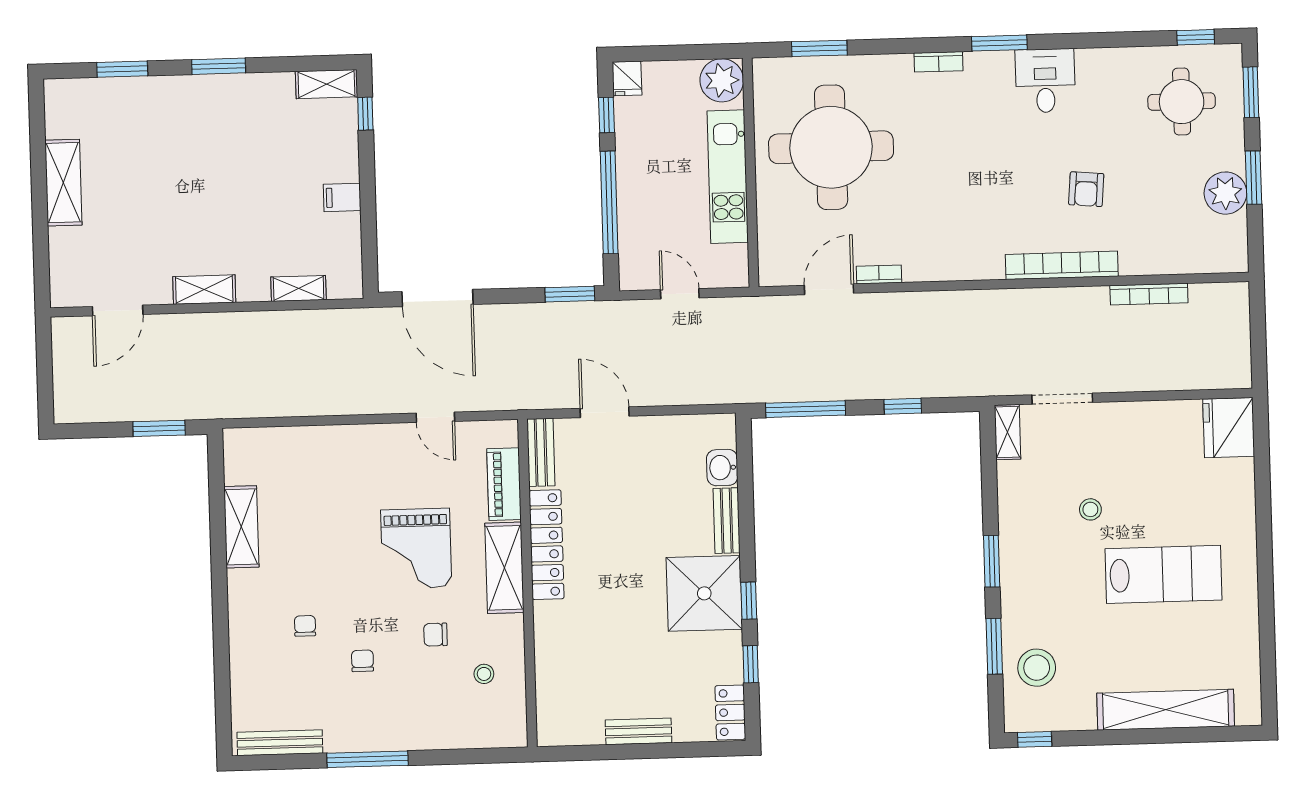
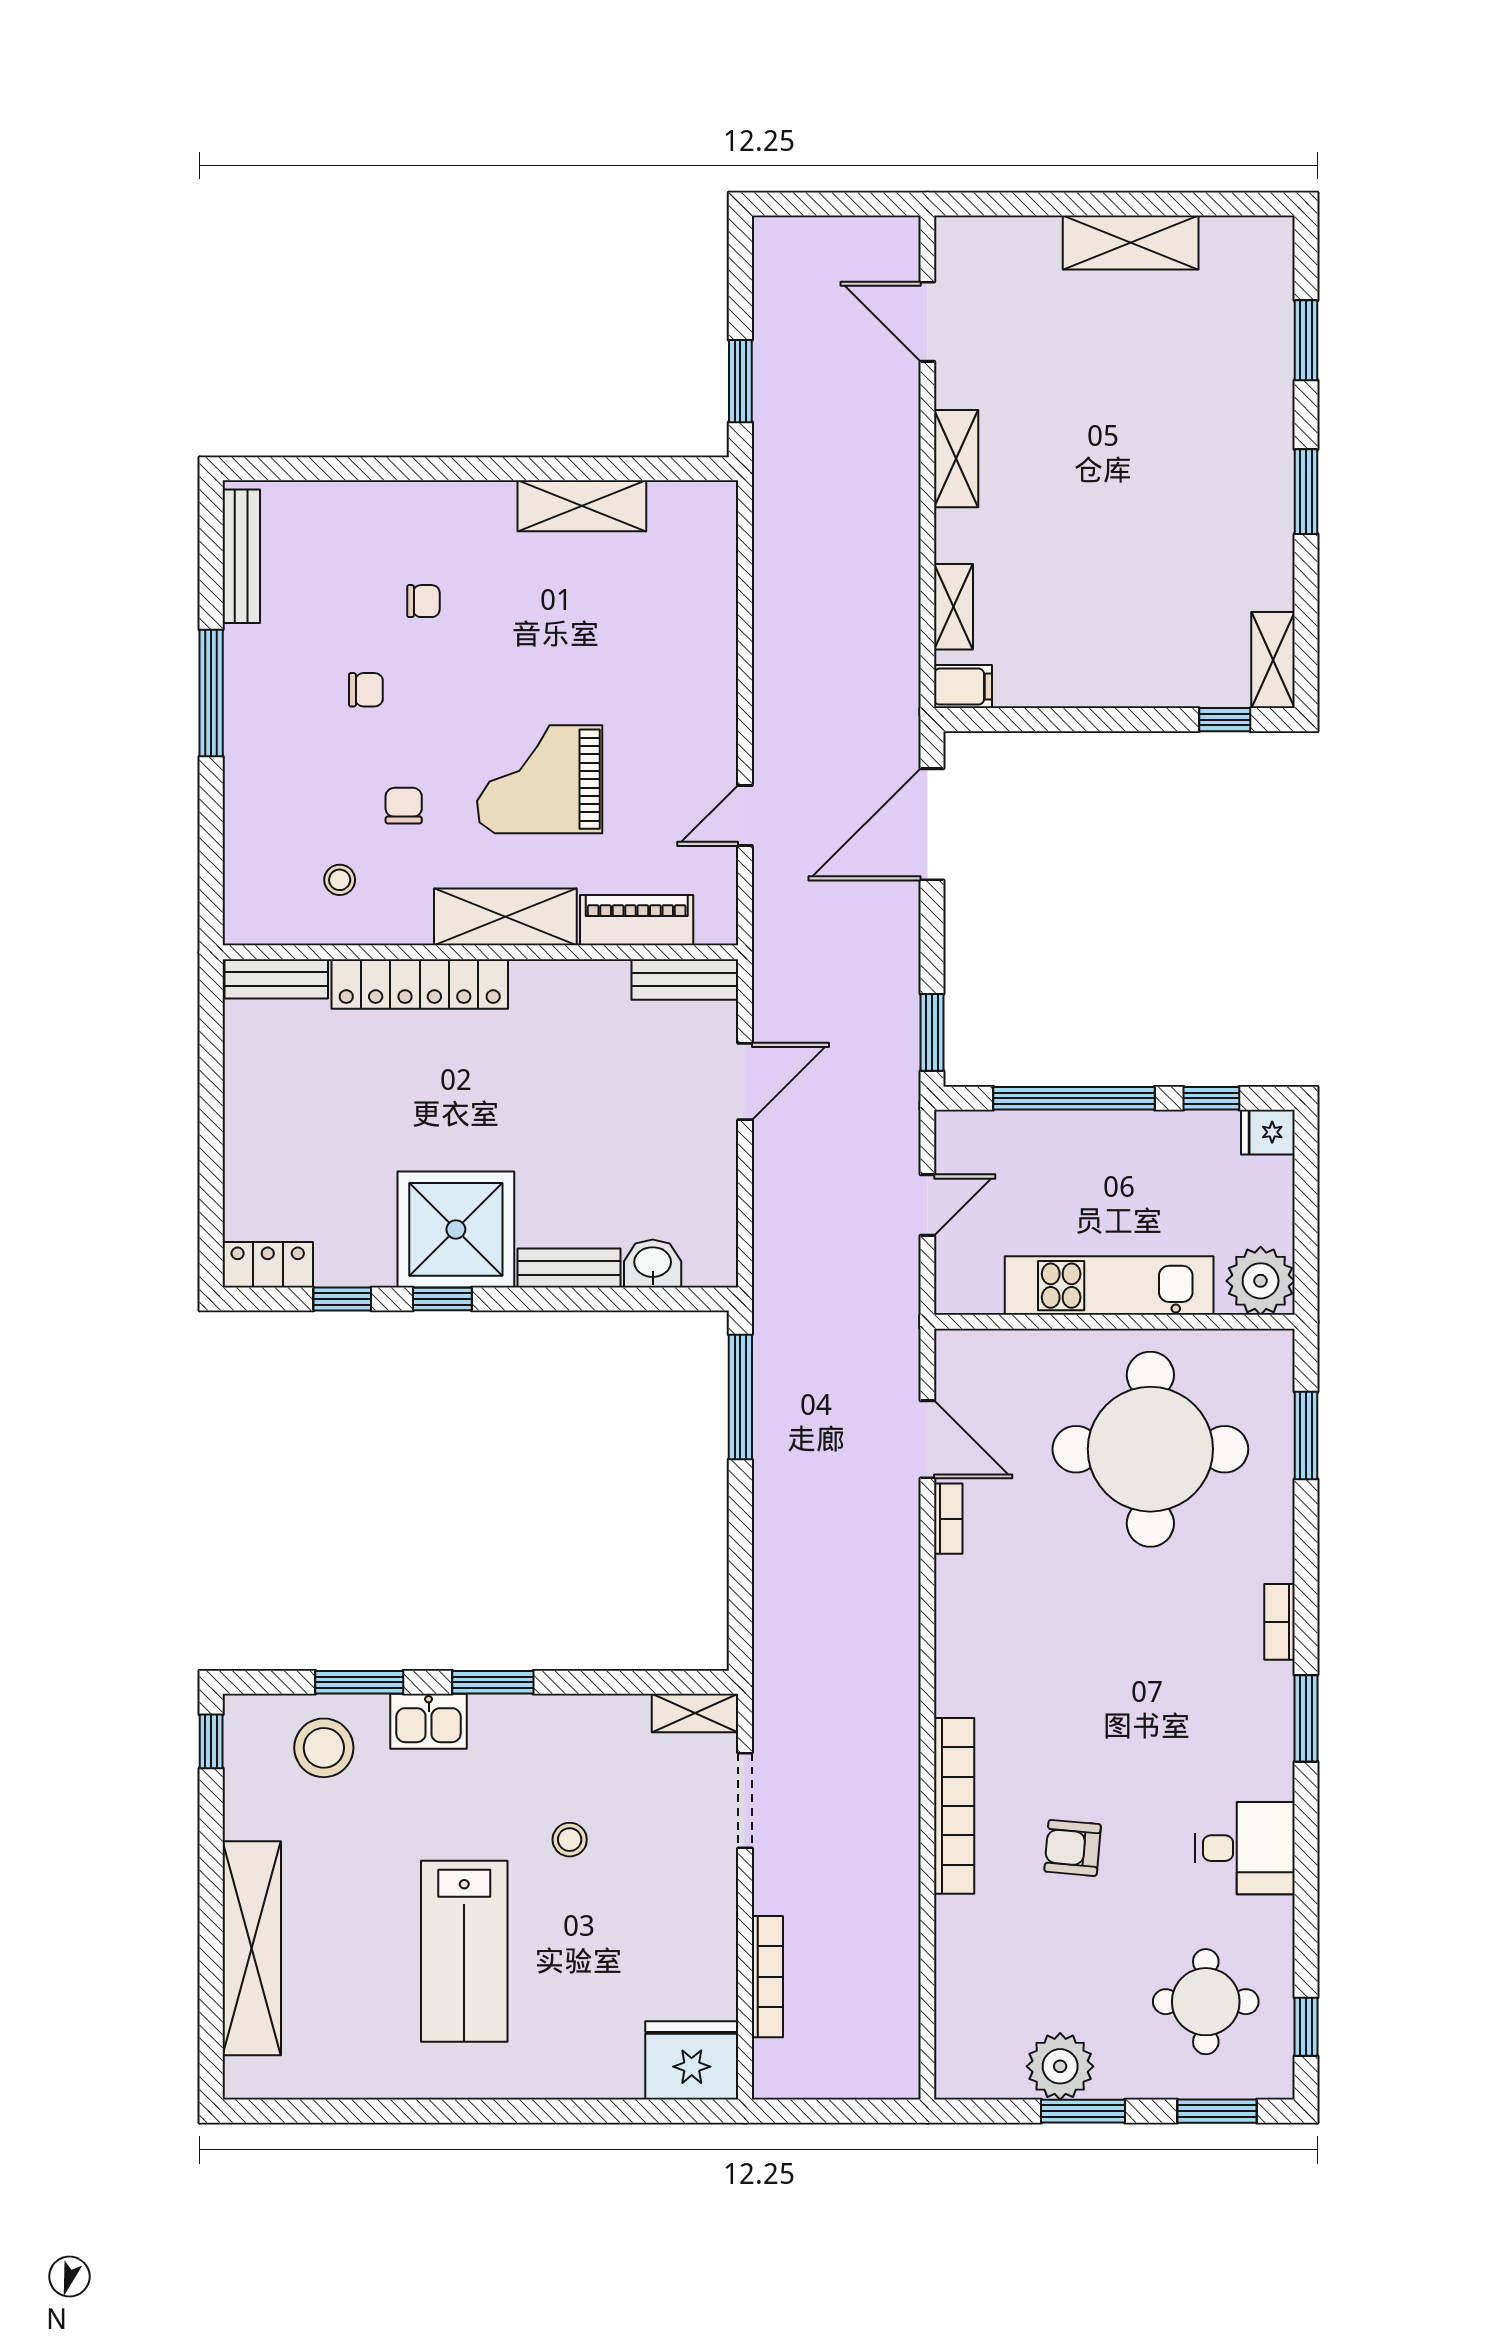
desk: (1045, 81) -> (1245, 1848), moved
filing cabinet: (342, 197) -> (963, 687), moved, turned 90
bookcase: (1149, 294) -> (767, 1977), moved, turned 180
window: (903, 406) -> (740, 1550), removed
locker: (547, 545) -> (420, 984), moved
kitchen sink: (1018, 601) -> (429, 1721), added
bench: (639, 731) -> (276, 979), moved, turned 90

